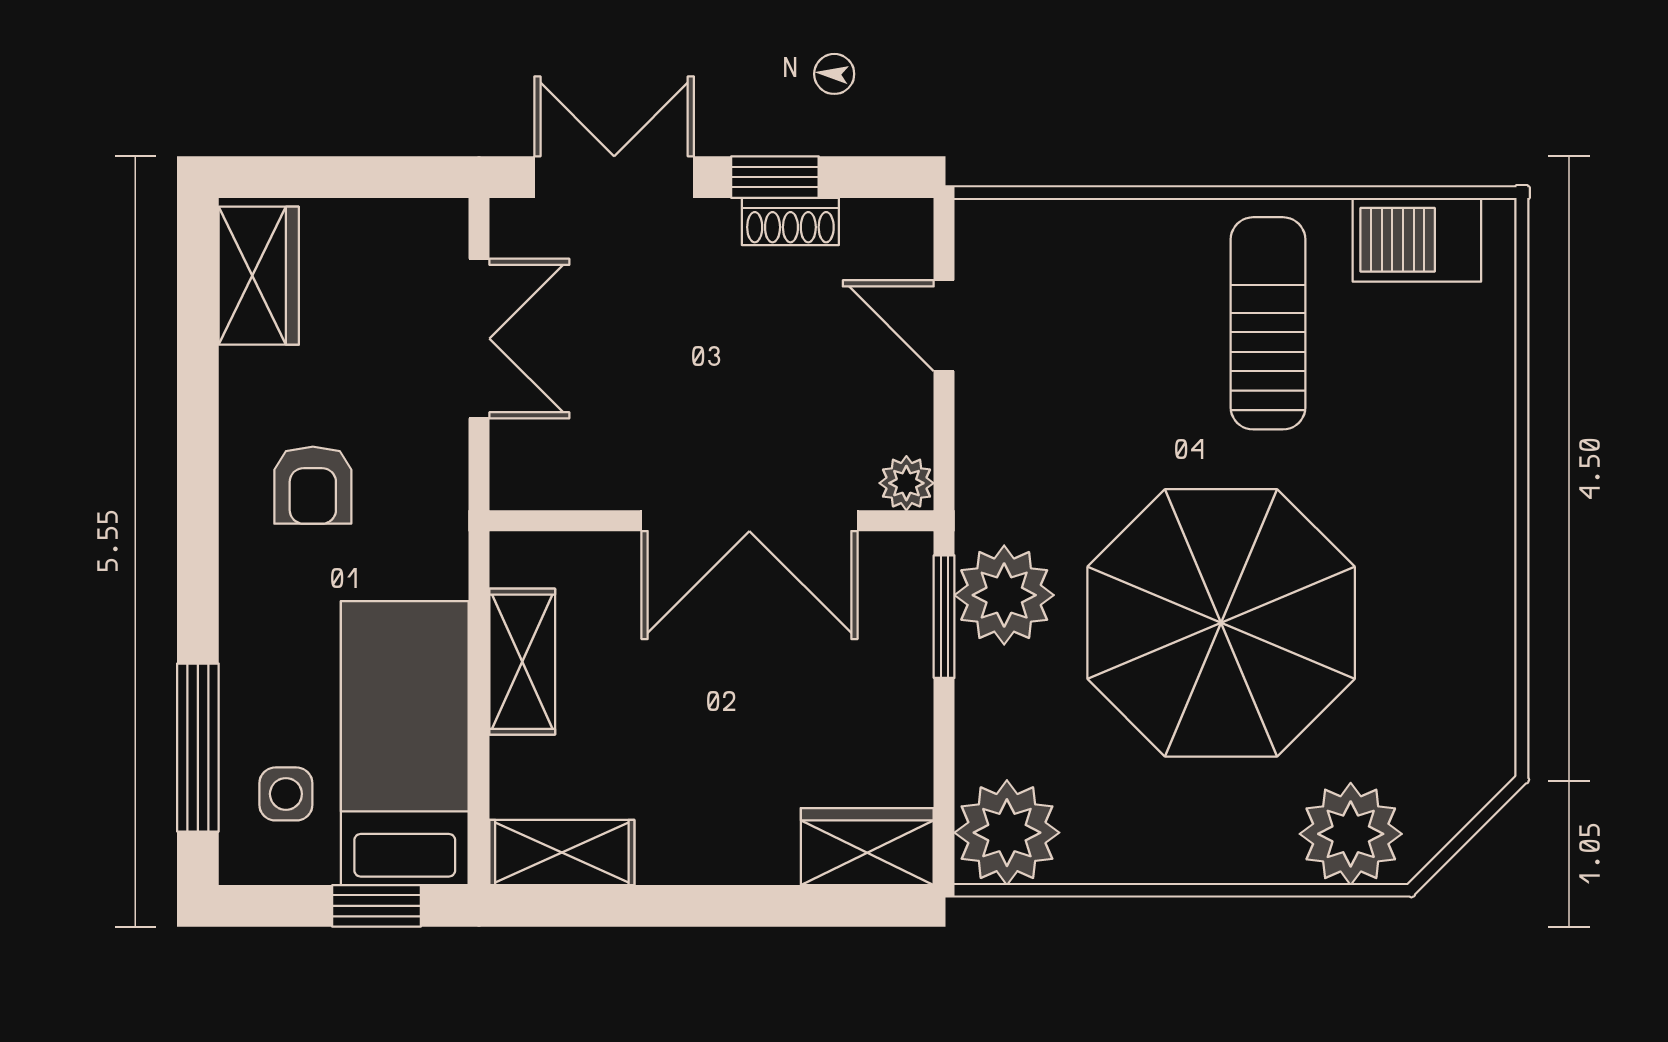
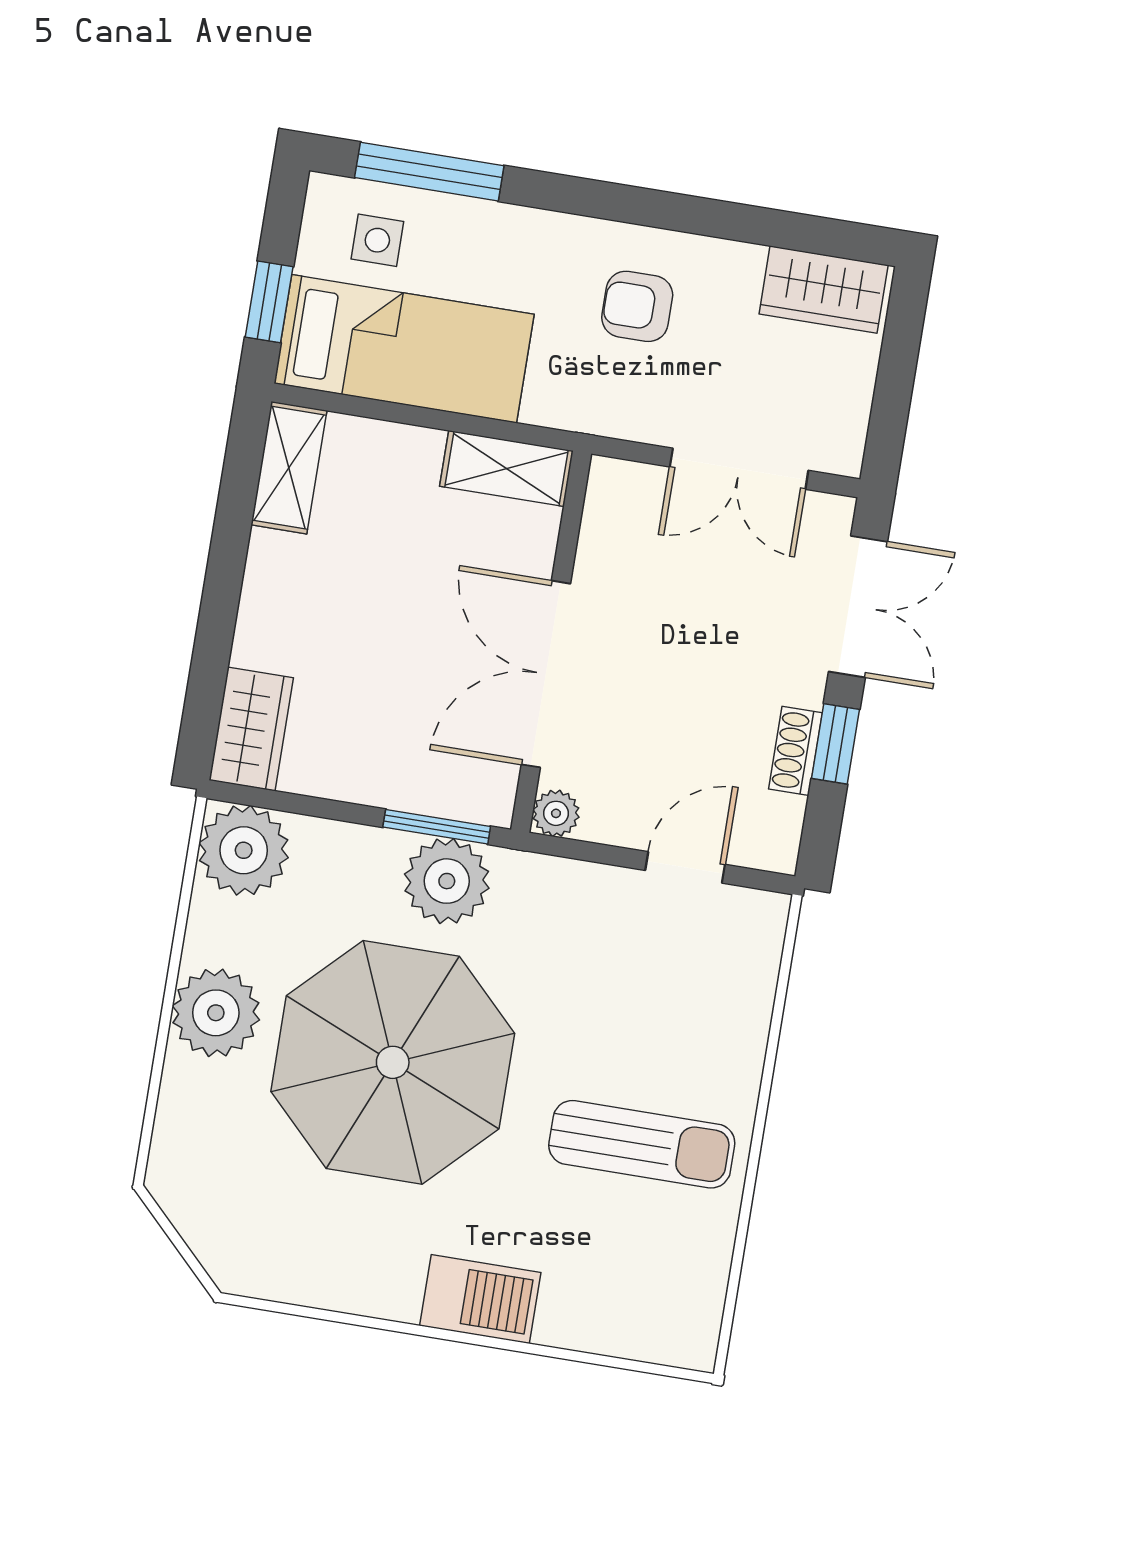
barbecue: (1417, 240) -> (480, 1299), moved, turned 90
shelving: (522, 662) -> (506, 469), moved
plant: (1351, 834) -> (216, 1013), moved

